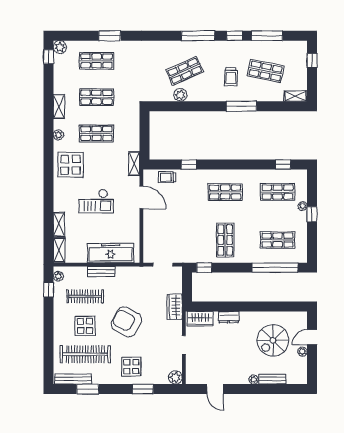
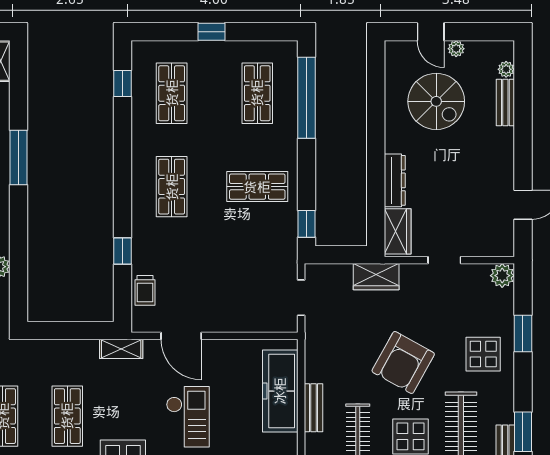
door: (141, 197) -> (181, 336), swing flipped
plant: (303, 206) -> (196, 49), removed
dresser: (229, 317) -> (395, 180), width x1.44
plant: (254, 380) -> (506, 69), moved

